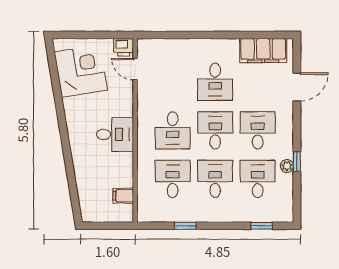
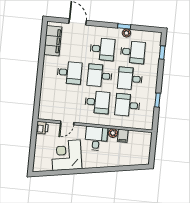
door: (135, 69) -> (67, 123), moved
corner desk: (81, 71) -> (66, 155), moved
desk: (258, 130) -> (102, 49), turned 180
plant: (126, 160) -> (113, 133), added
desk: (258, 179) -> (133, 52), turned 180
filing cabinet: (123, 196) -> (123, 136), moved

